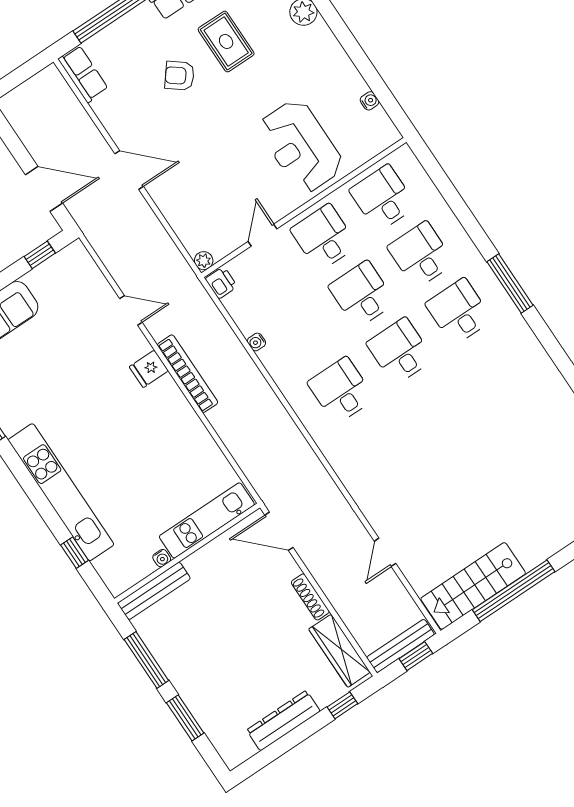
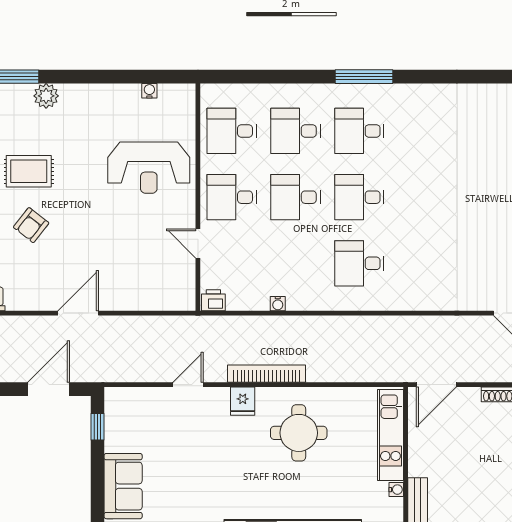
plant: (204, 261) -> (187, 302), removed
round table: (154, 438) -> (299, 433), added

